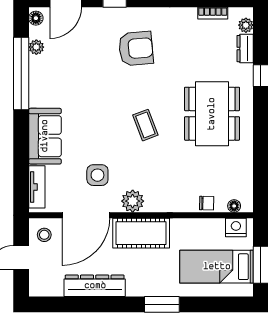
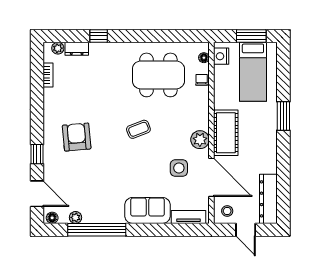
dining table: (212, 114) -> (158, 75), moved
dresser: (95, 286) -> (268, 199), moved

